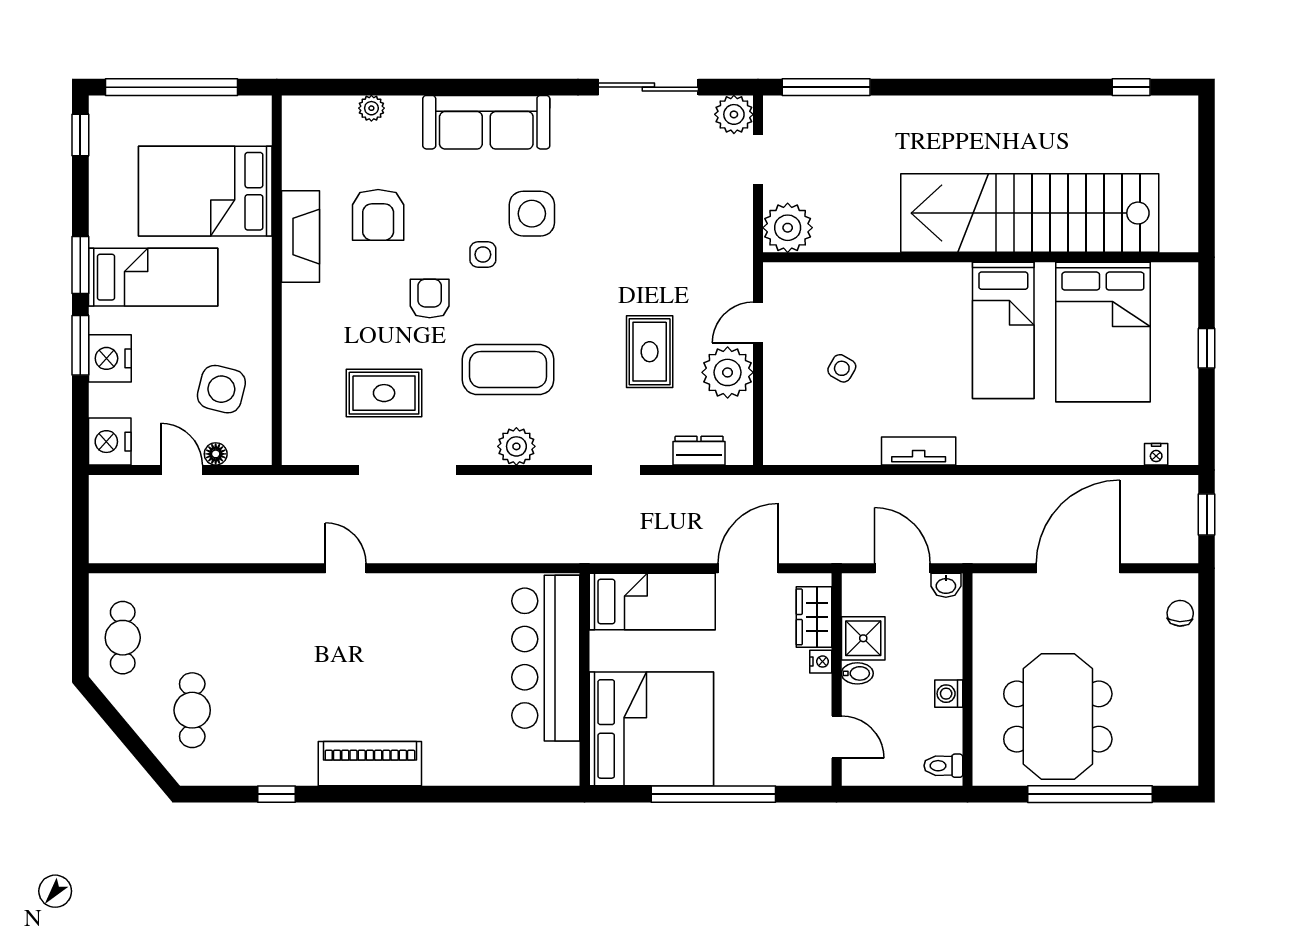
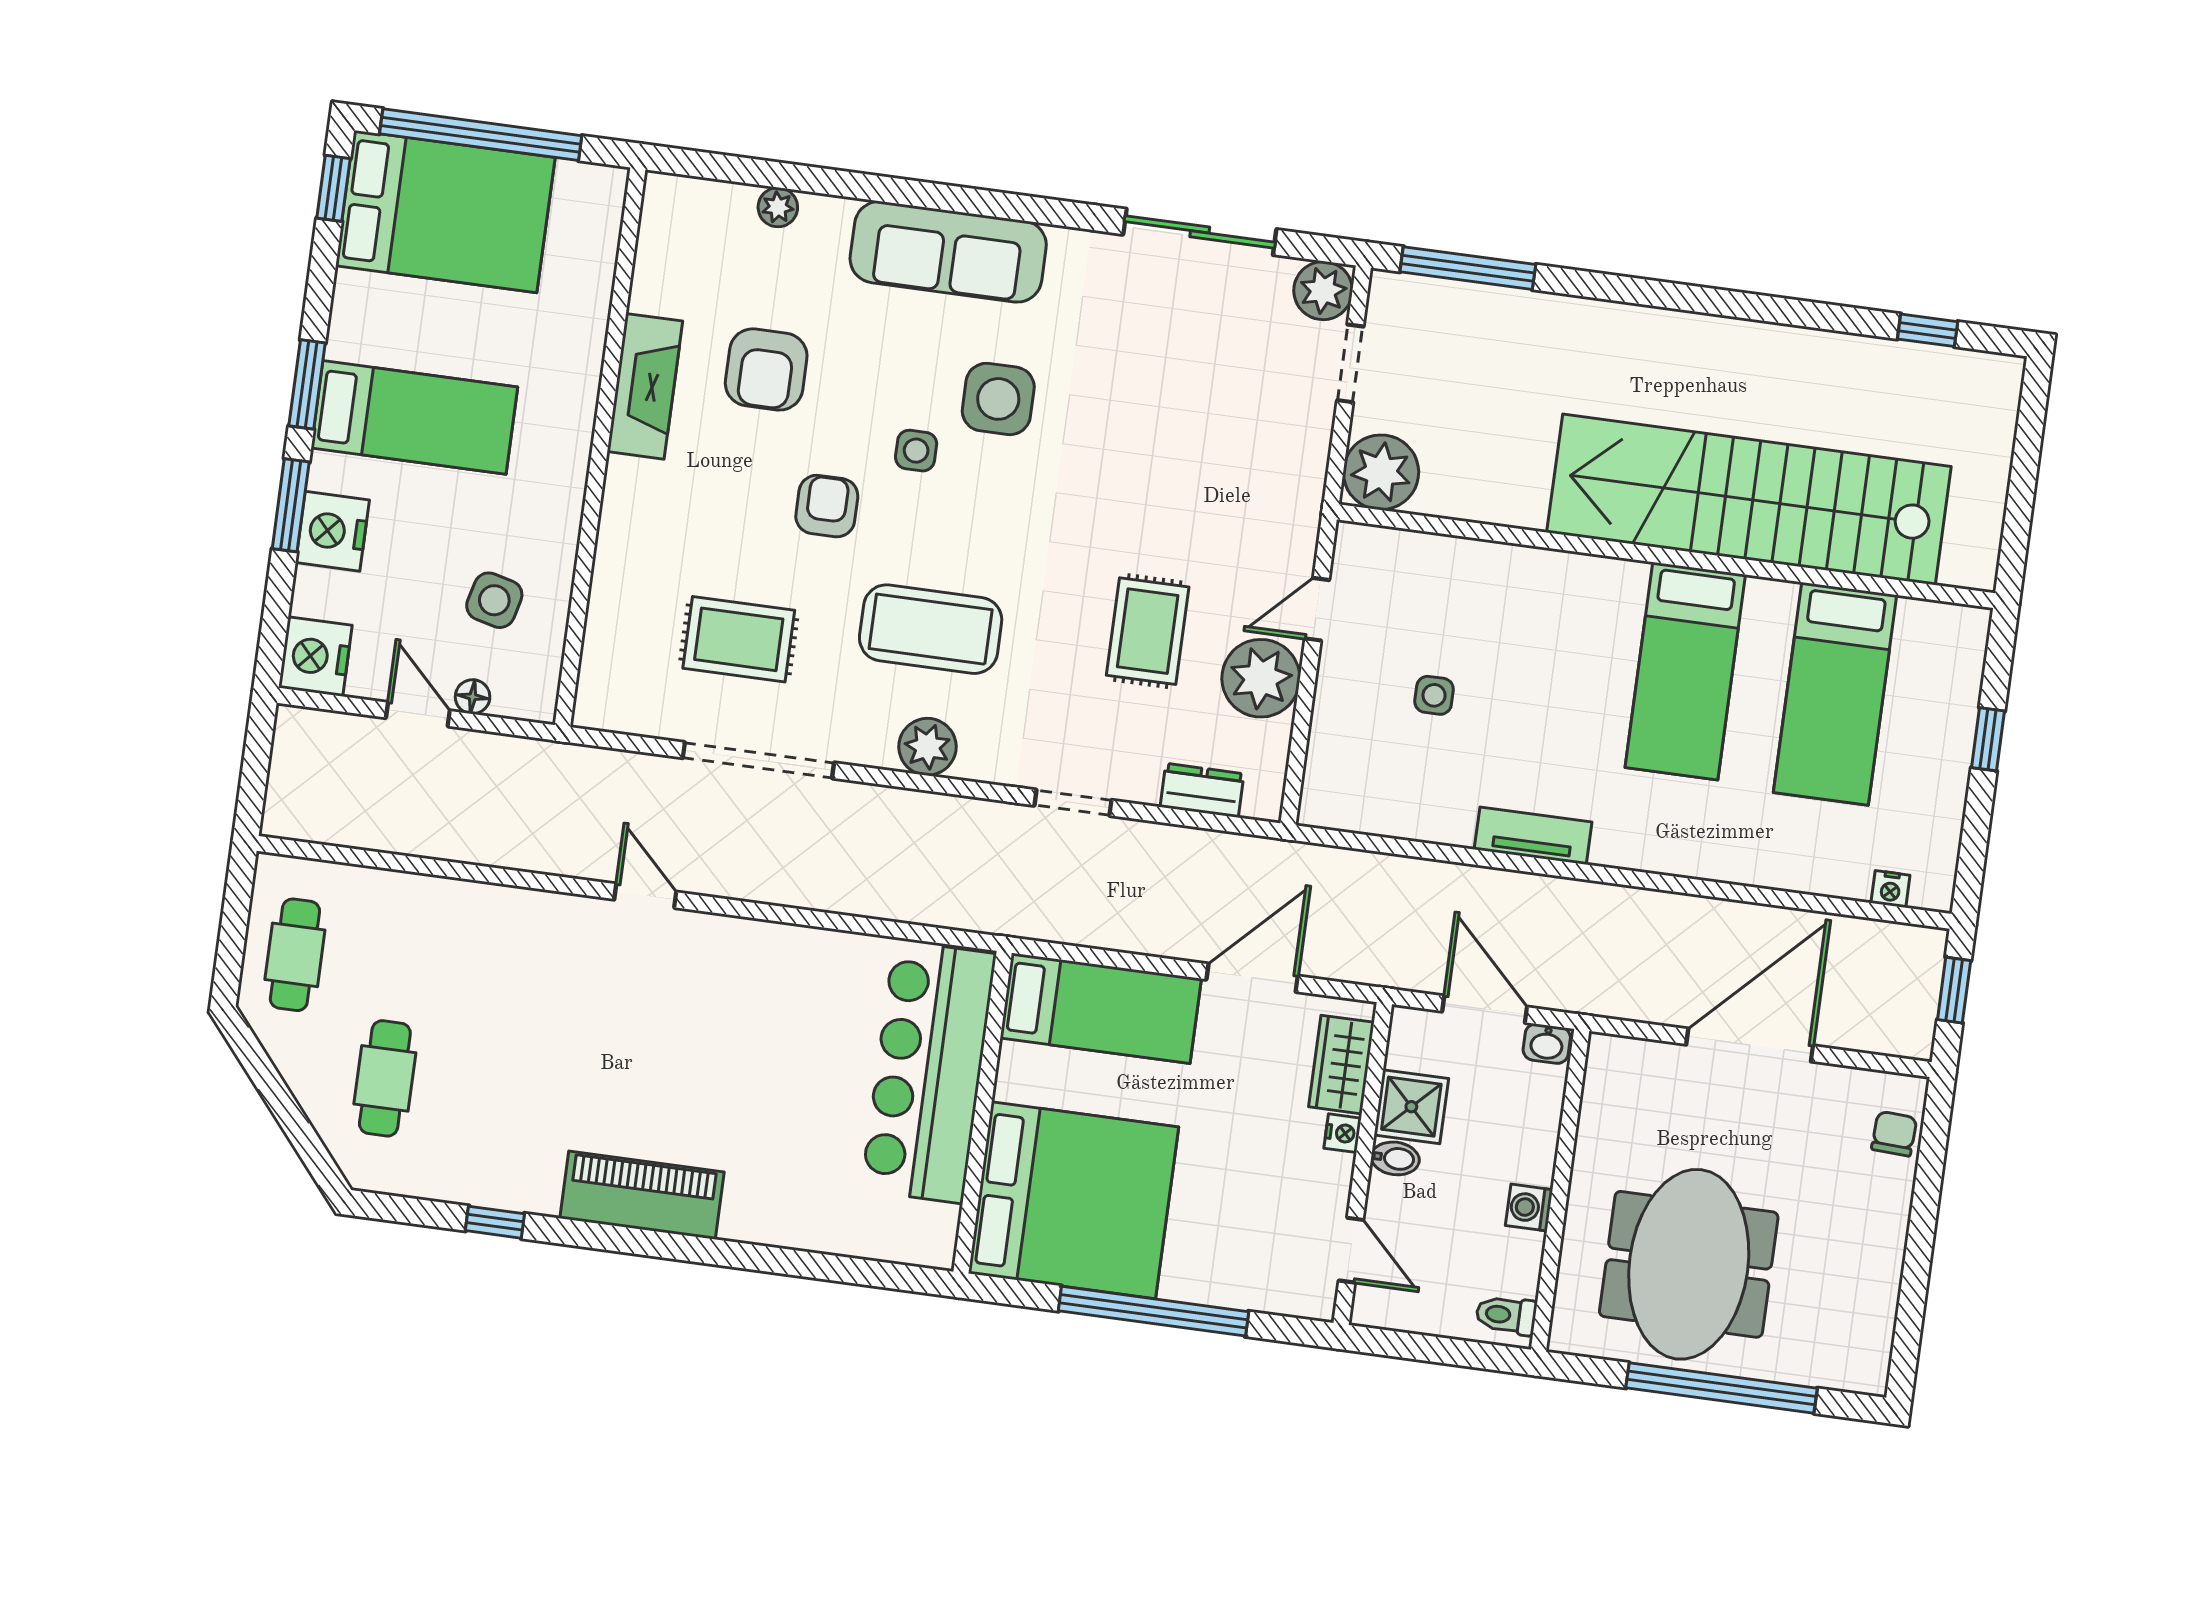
bed: (205, 191) -> (445, 212), moved, turned 180
bed: (1103, 332) -> (1835, 694), width x0.67
side table: (842, 368) -> (1434, 695), turned -30
side table: (221, 389) -> (494, 600), width x0.73, depth x0.73

